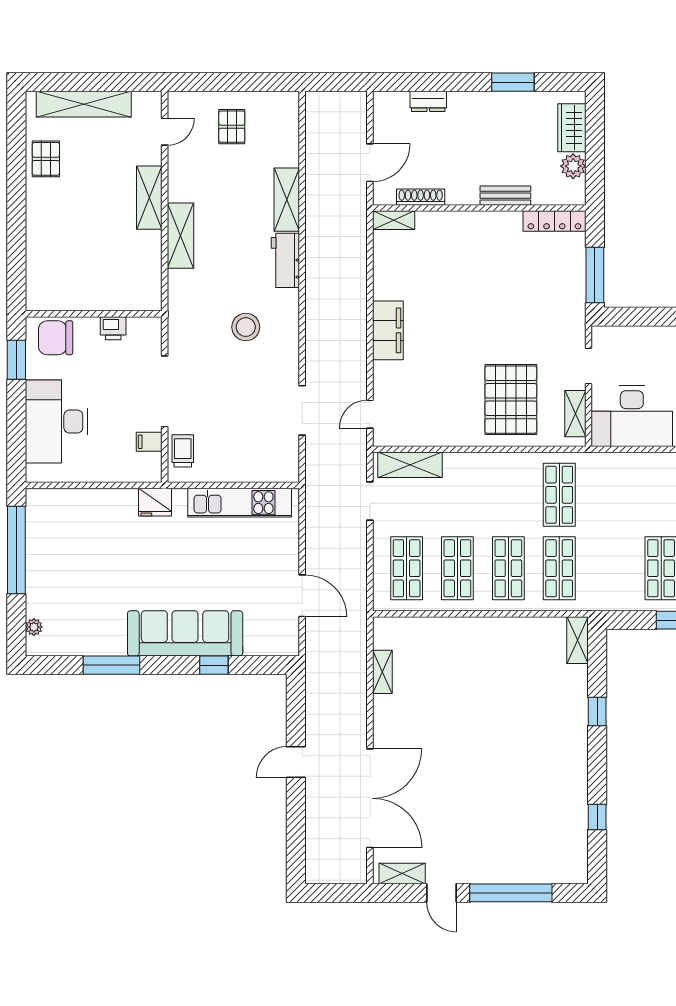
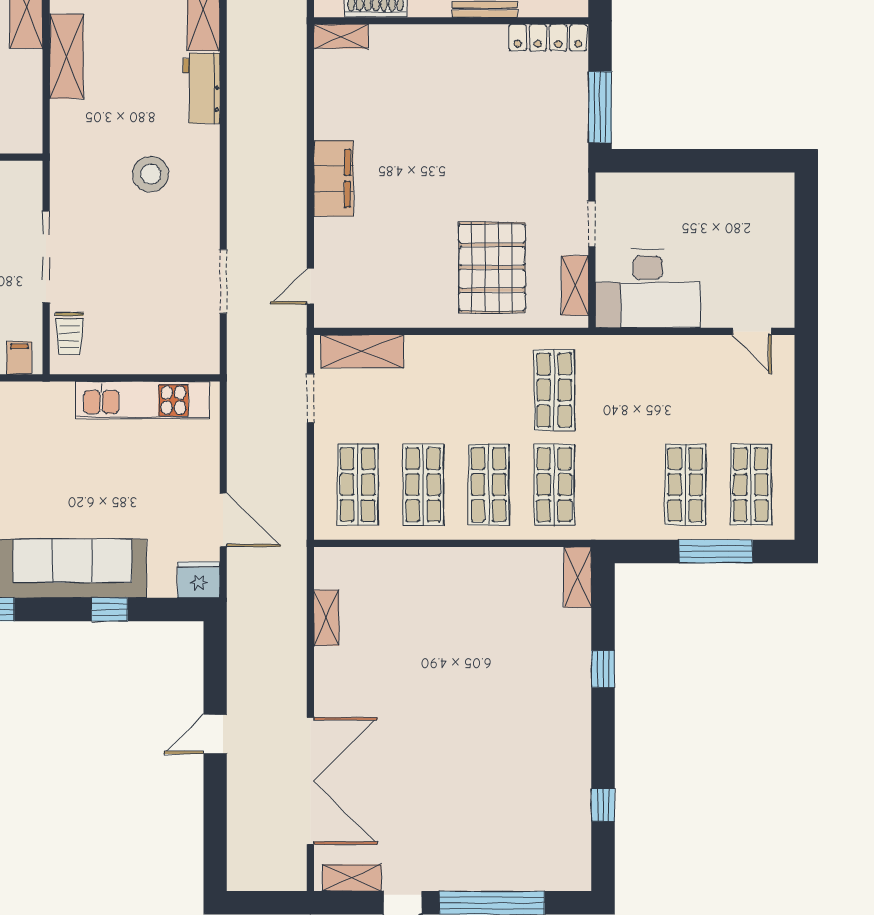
filing cabinet: (149, 442) -> (19, 358), moved, turned 90
trolley: (183, 451) -> (69, 333), turned 180
fridge: (155, 502) -> (199, 580), moved, turned 180

